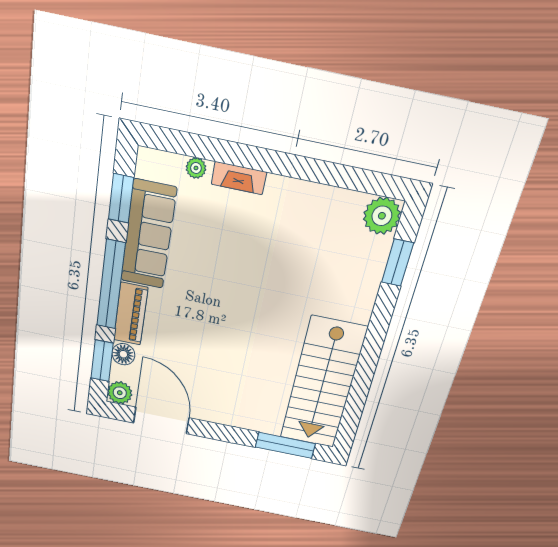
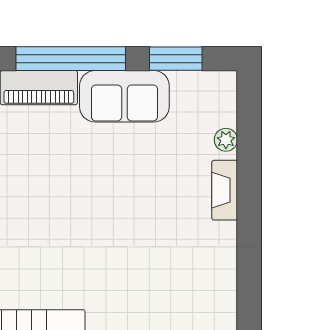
sofa: (148, 235) -> (124, 96), width x0.73

